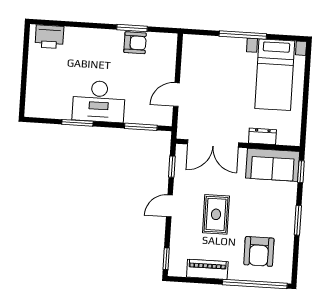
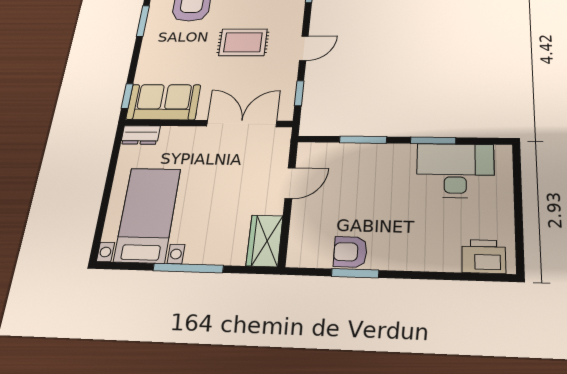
wardrobe: (192, 53) -> (265, 241), added
desk: (99, 101) -> (455, 170), moved
window: (141, 127) -> (363, 140), moved
dresser: (262, 136) -> (140, 135), moved
rug: (216, 214) -> (243, 42), turned 90
window: (298, 220) -> (143, 21), moved

